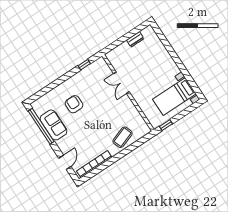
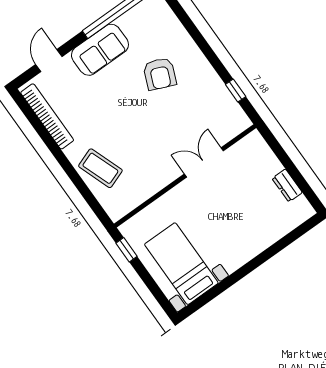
armchair: (74, 104) -> (160, 74), turned 113
sofa: (53, 125) -> (100, 50), moved
door: (65, 162) -> (49, 60), swing flipped

